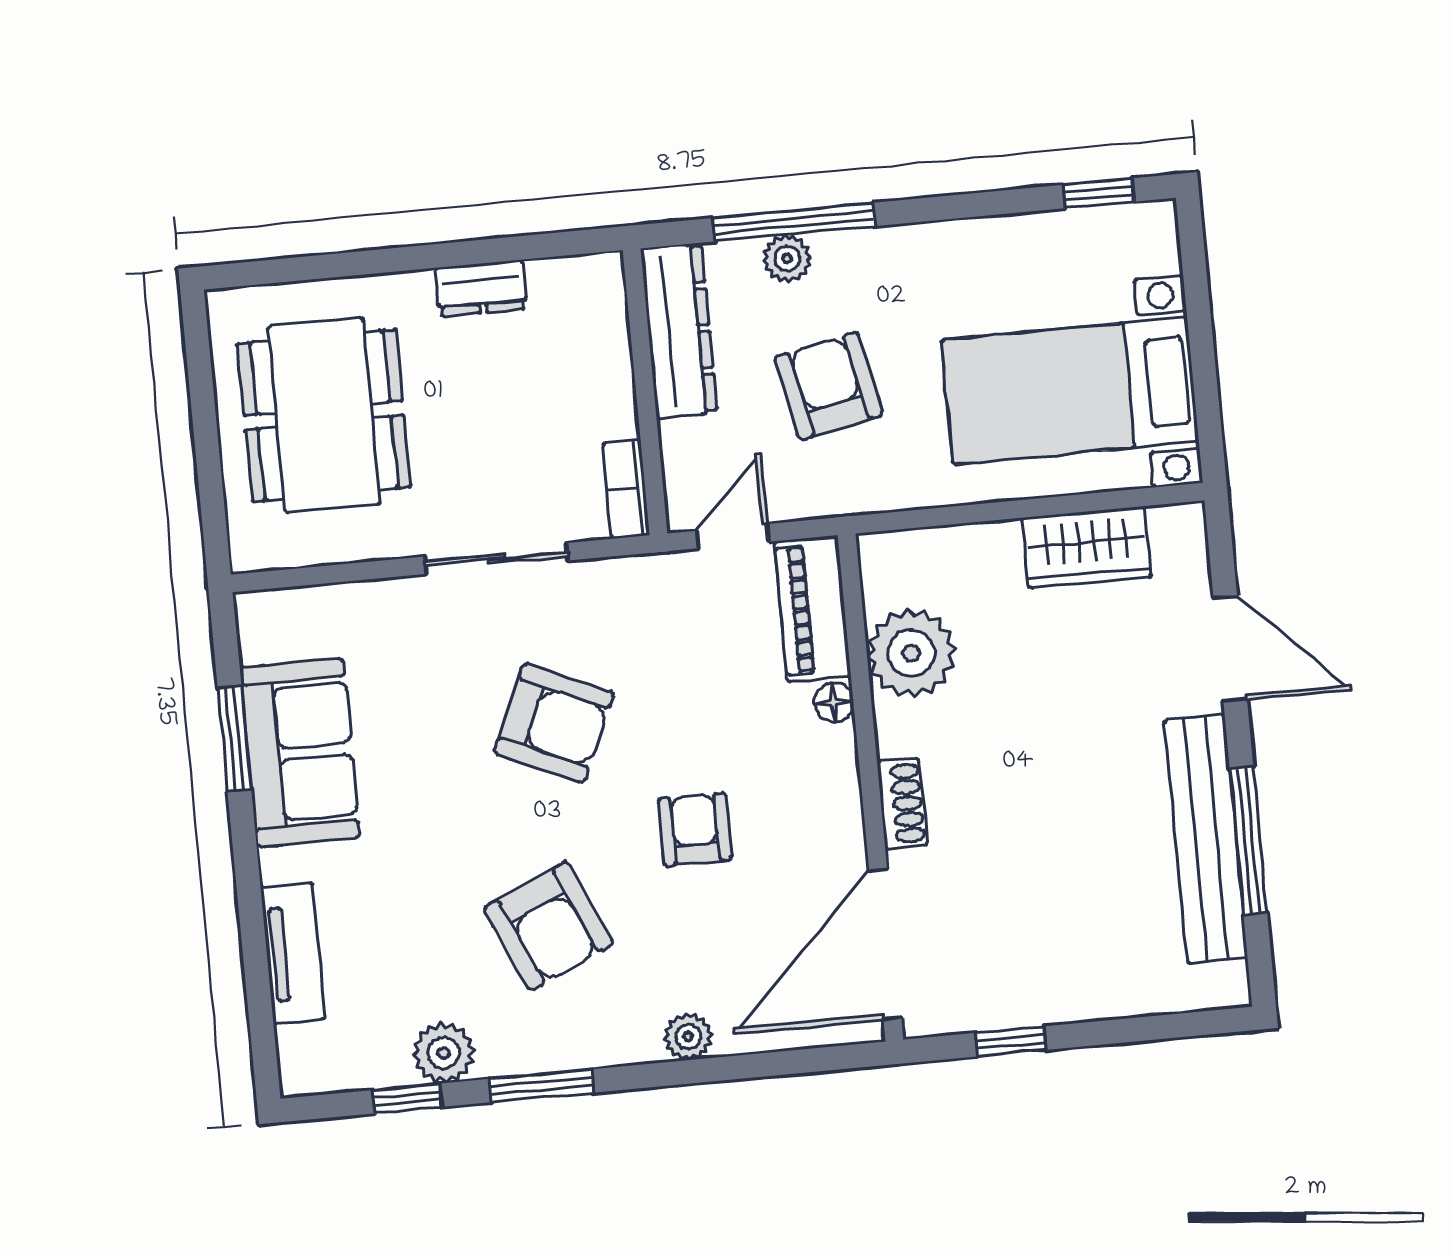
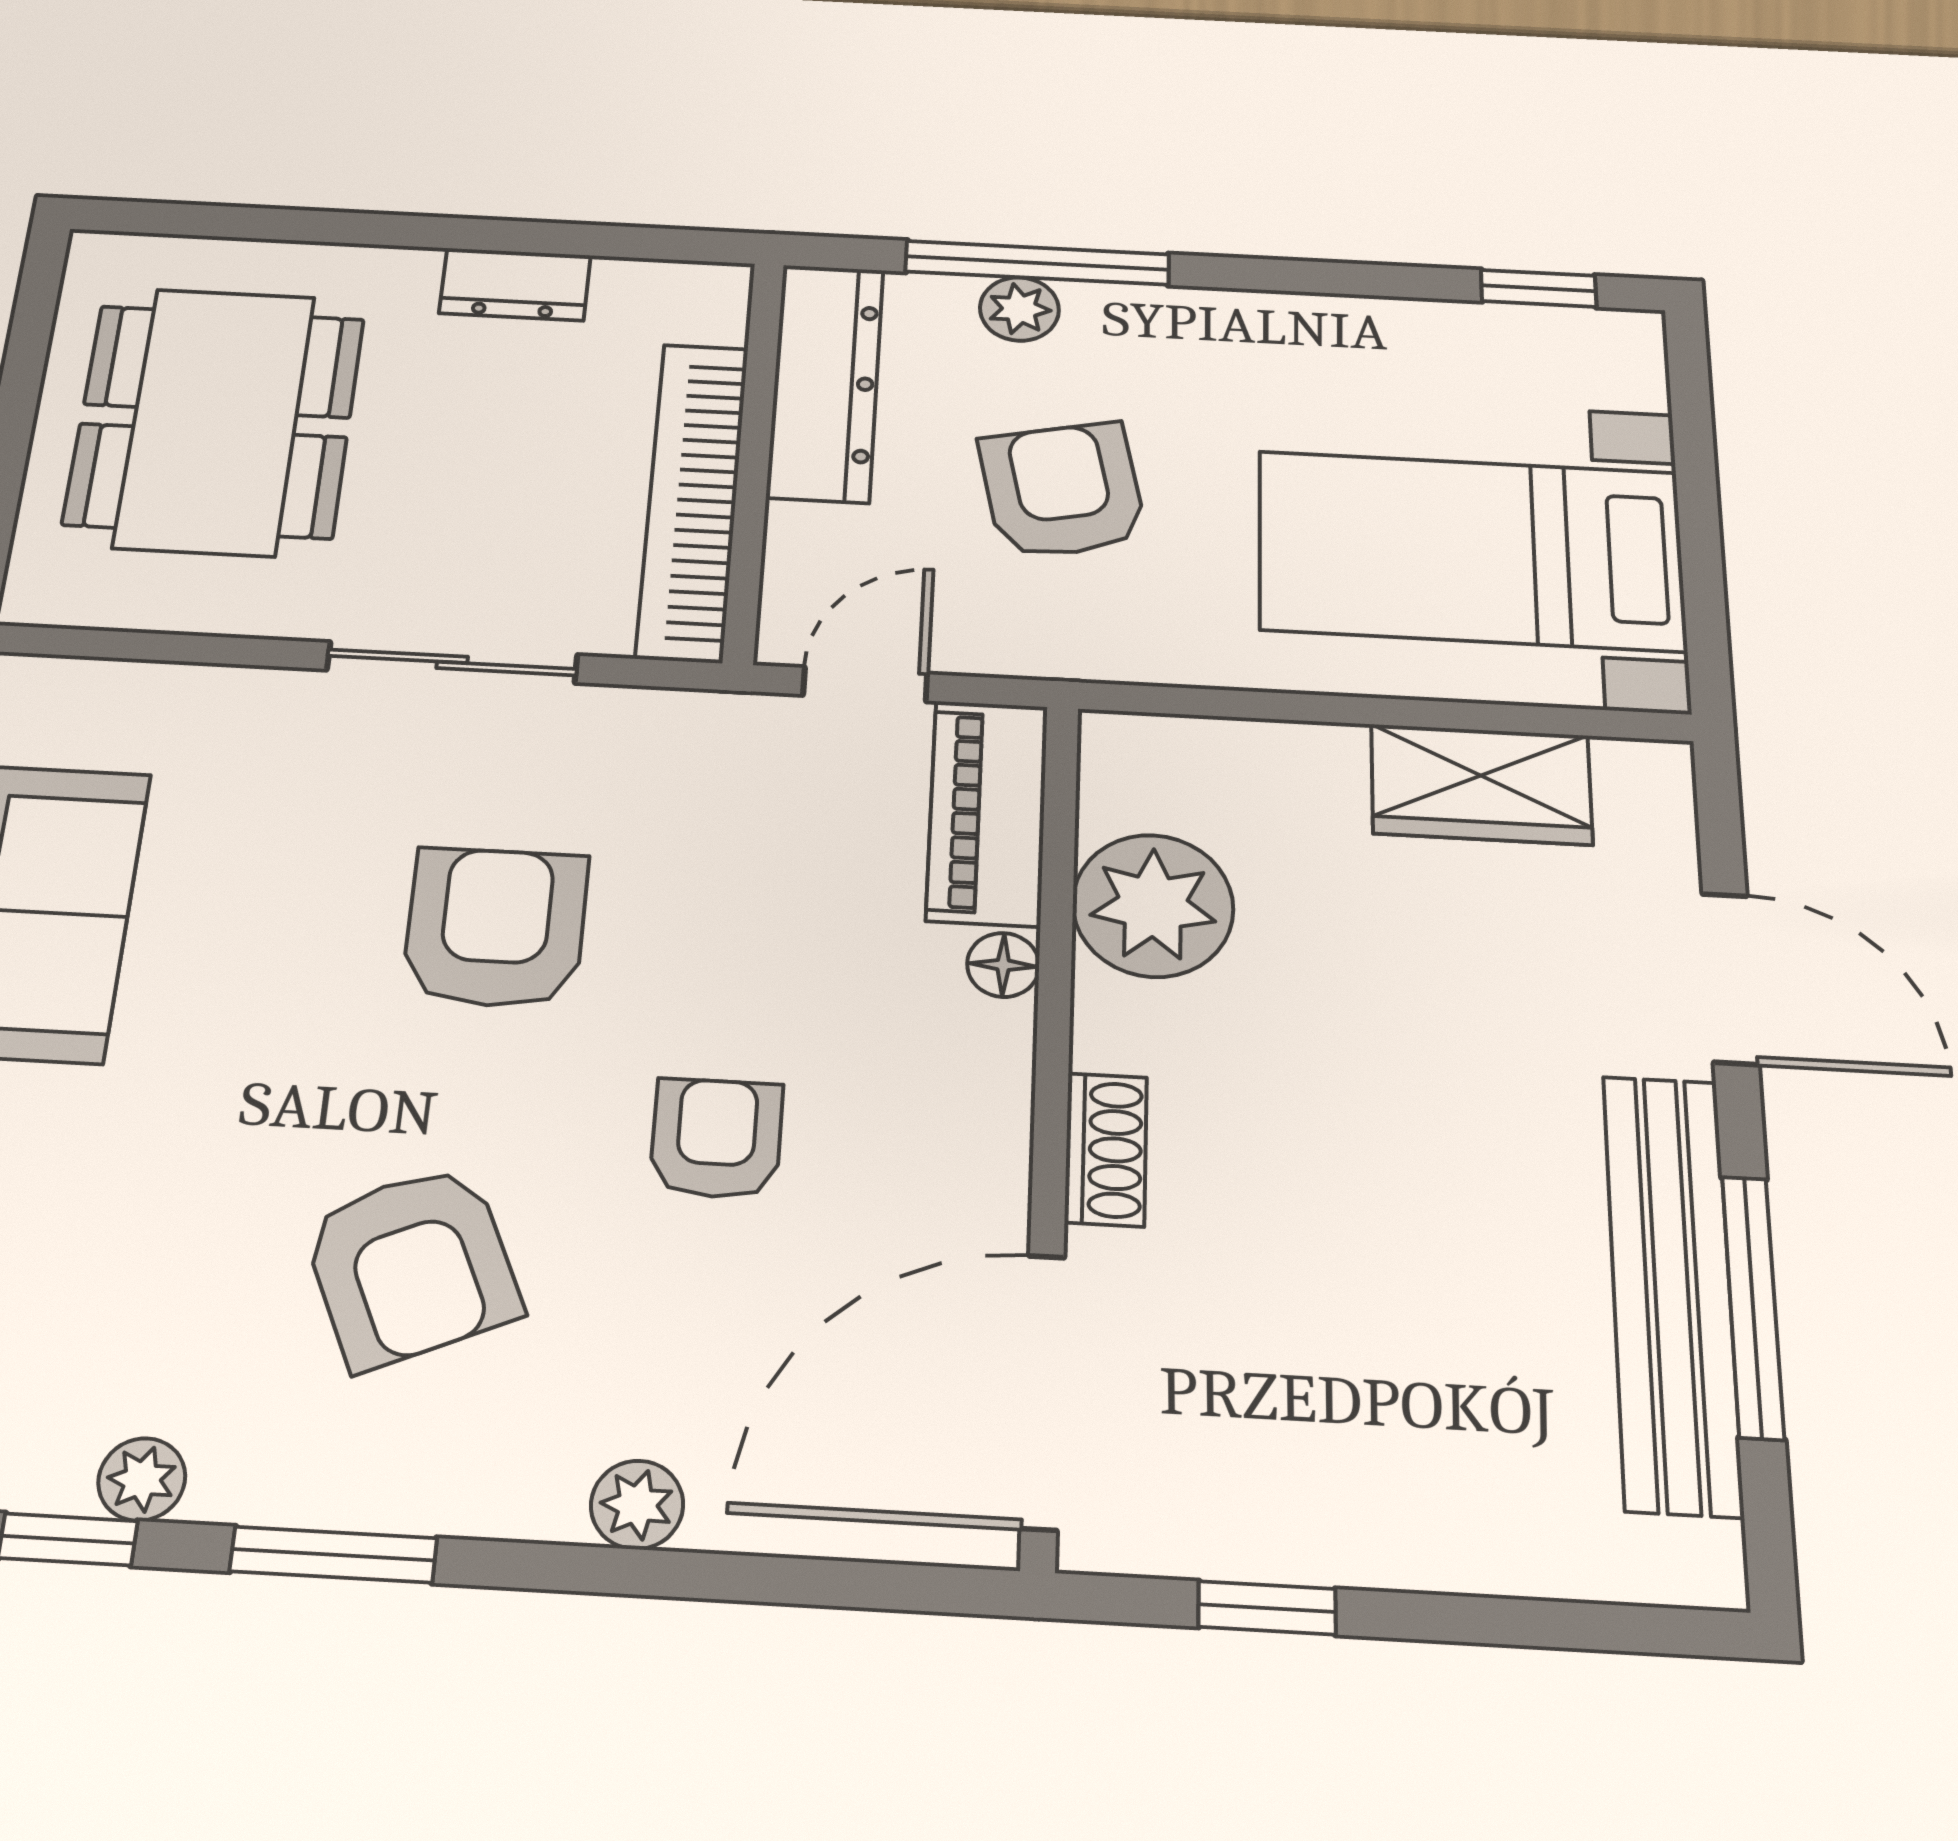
bookcase: (626, 489) -> (693, 500), width x2.31, depth x1.31
armchair: (554, 723) -> (496, 928), turned -114
plant: (444, 1053) -> (142, 1479), width x0.73, depth x0.73

